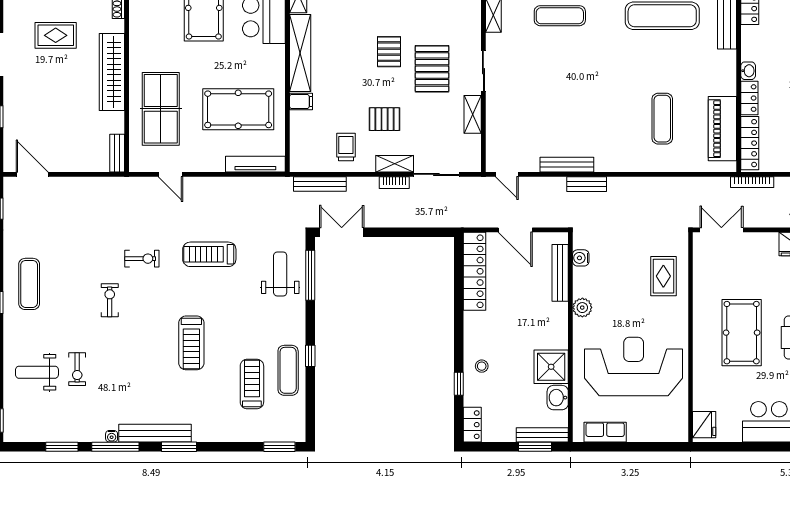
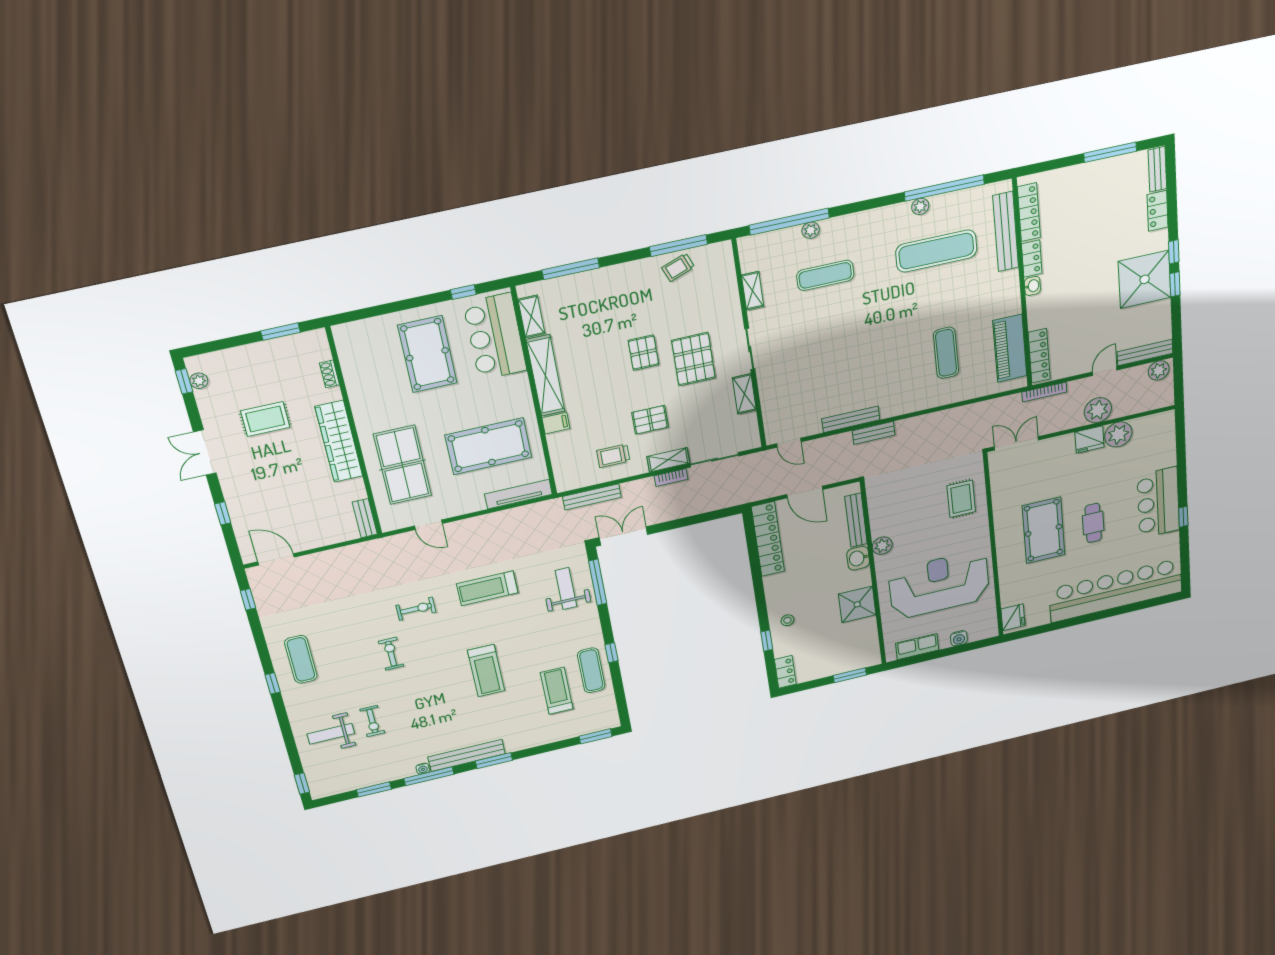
locker: (749, 98) -> (1032, 258), moved
trolley: (346, 147) -> (613, 456), turned -90
water cooler: (581, 258) -> (959, 638), moved, turned -90
washbasin: (558, 398) -> (858, 558), moved
bench: (542, 435) -> (856, 664), removed

